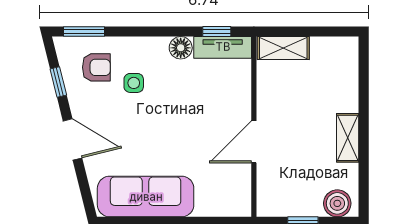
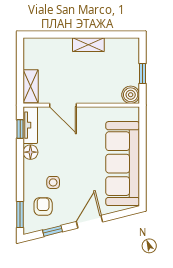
door: (254, 142) -> (63, 105), moved
sofa: (146, 197) -> (123, 164), width x1.36, depth x1.27
boiler: (337, 203) -> (131, 95), moved

